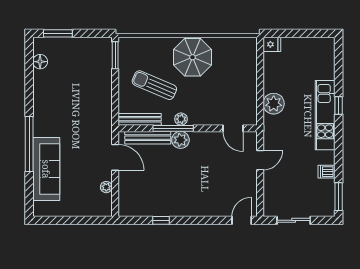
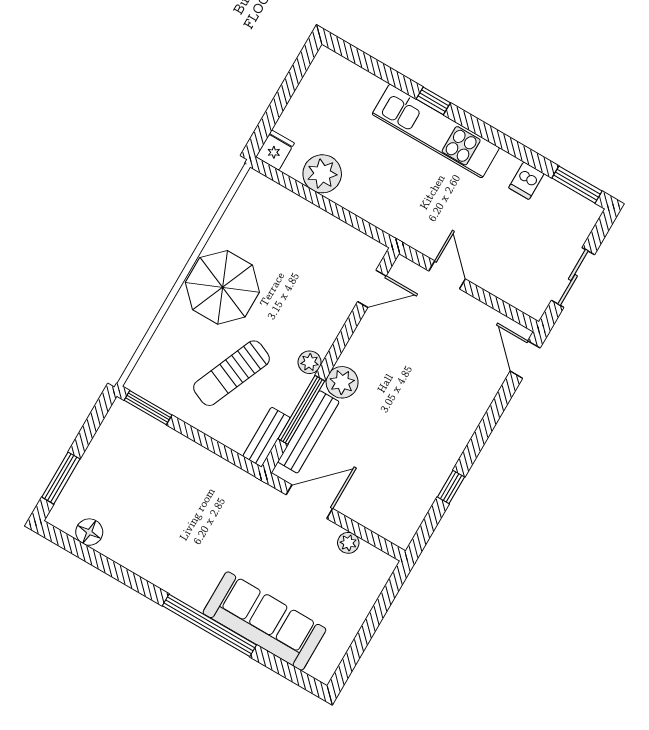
plant: (274, 104) -> (322, 174), moved
bench: (140, 119) -> (266, 437), width x0.73
window: (173, 128) -> (301, 410), moved

